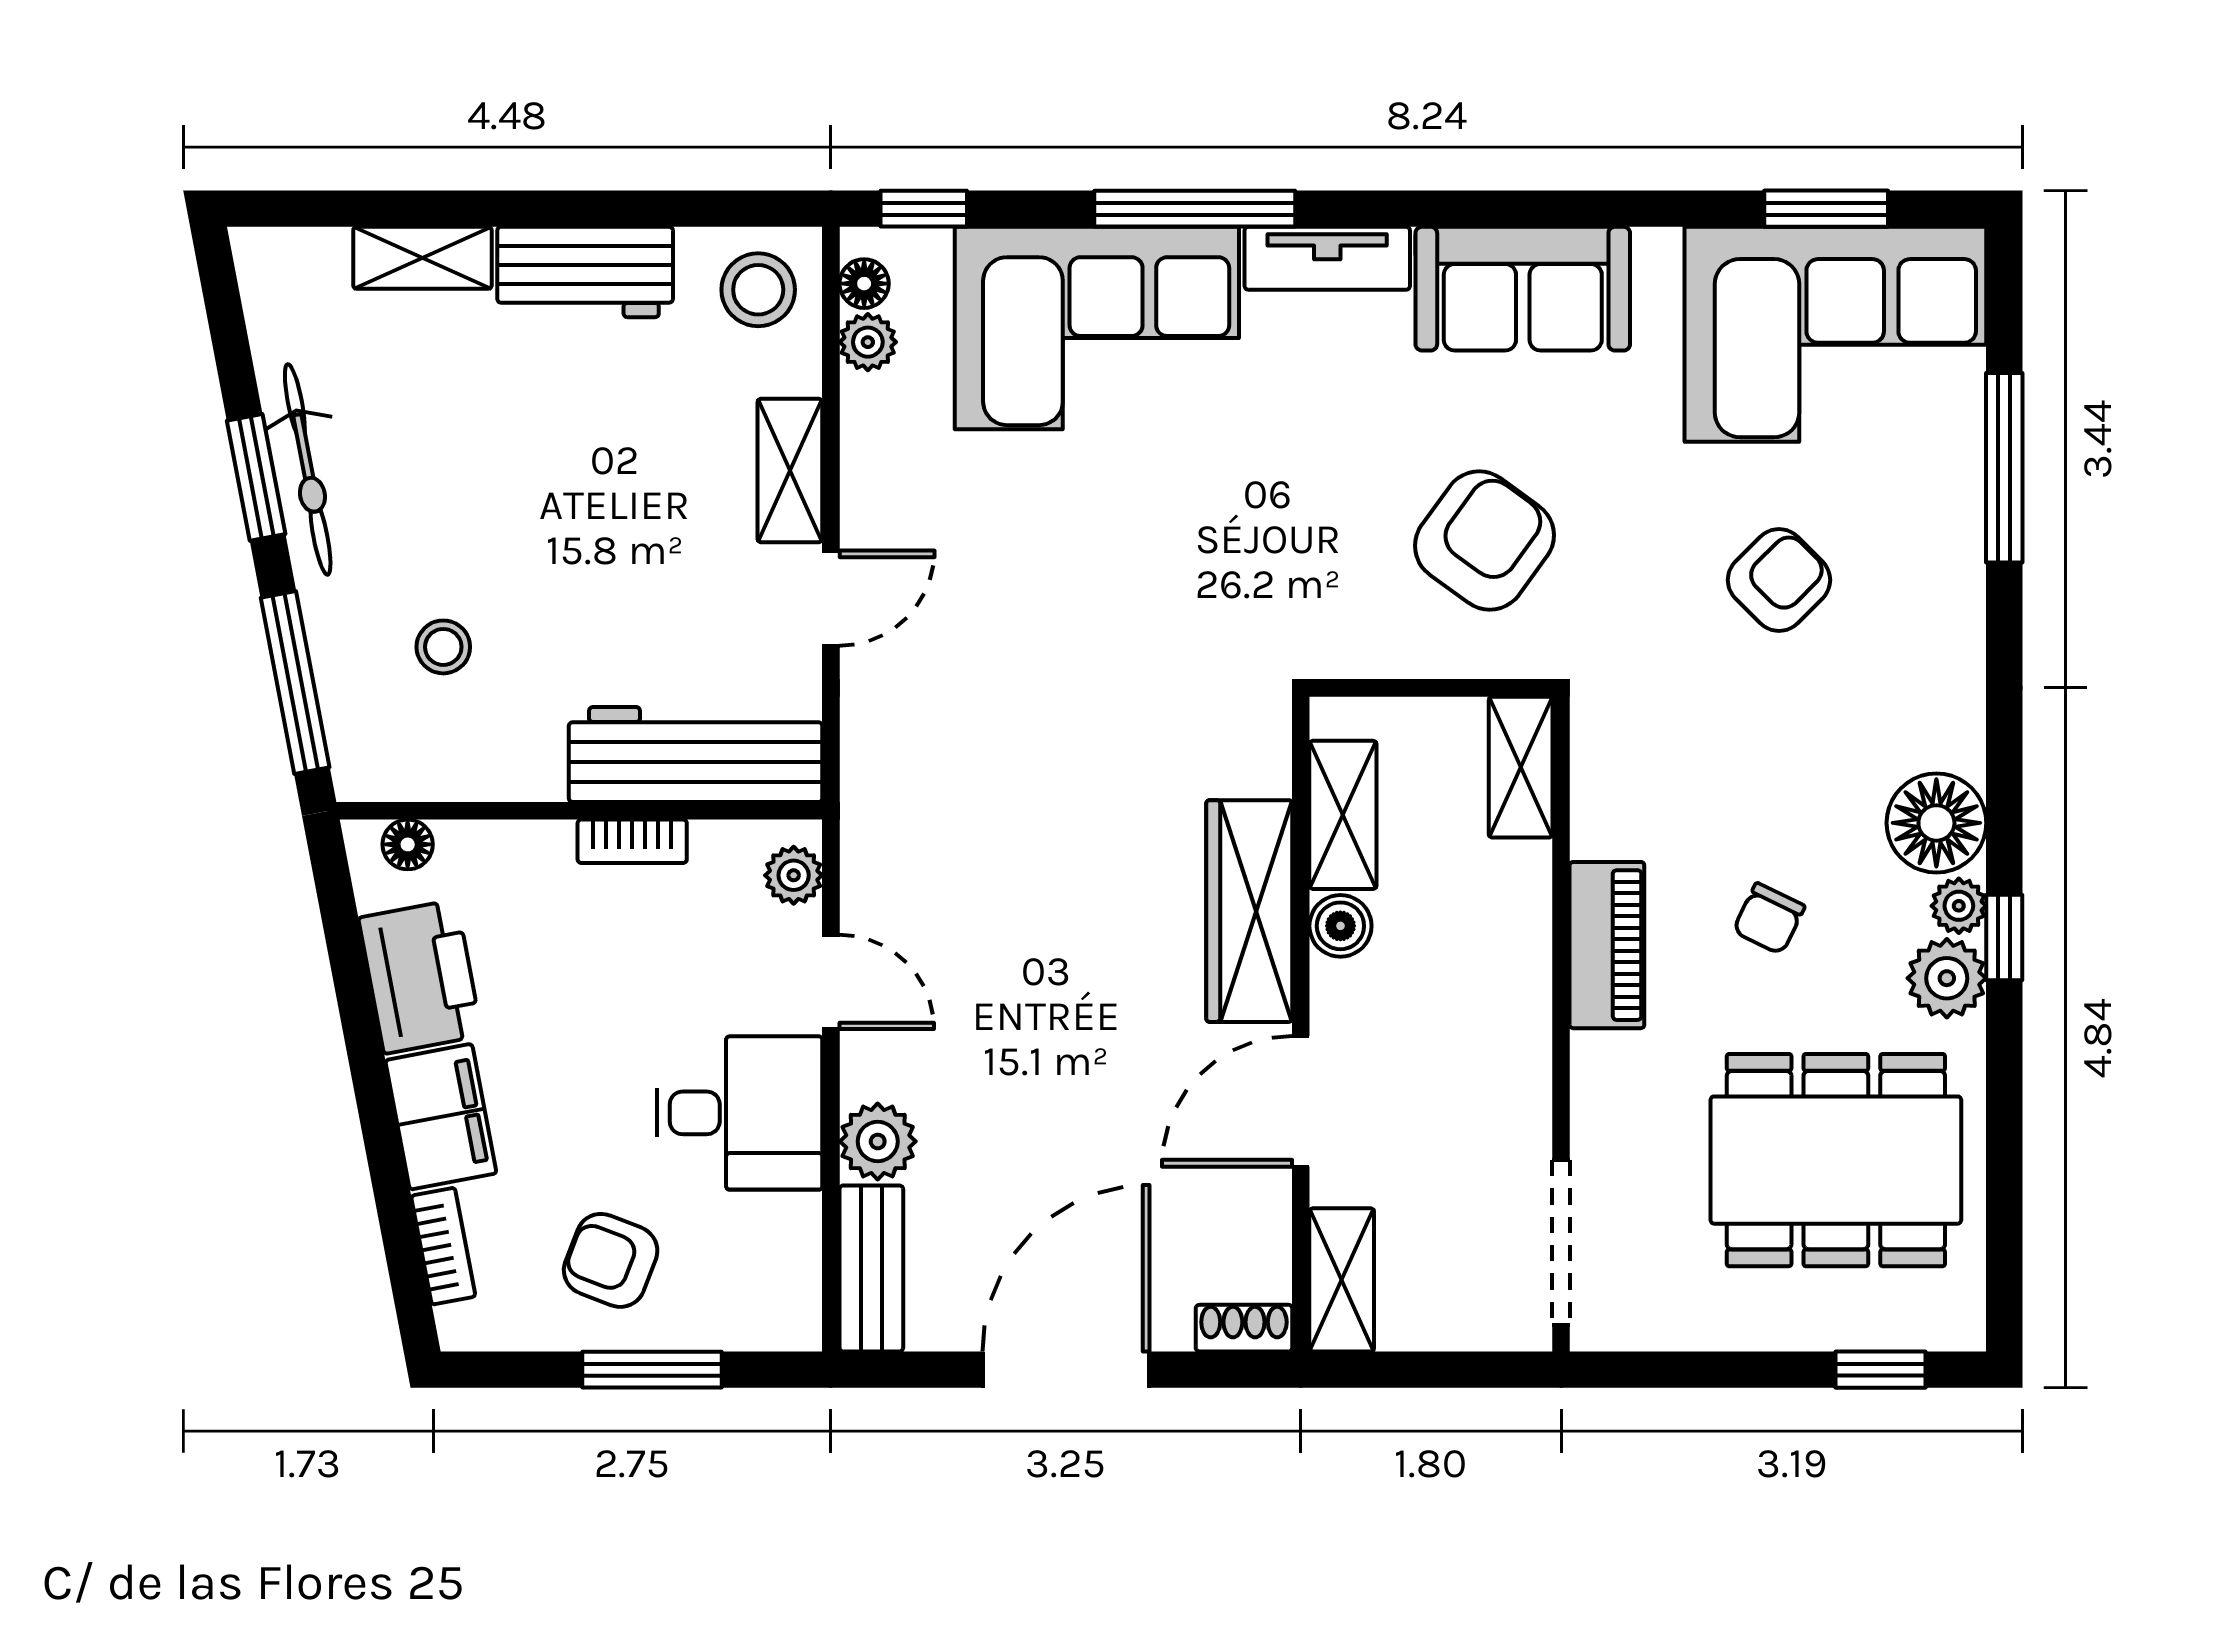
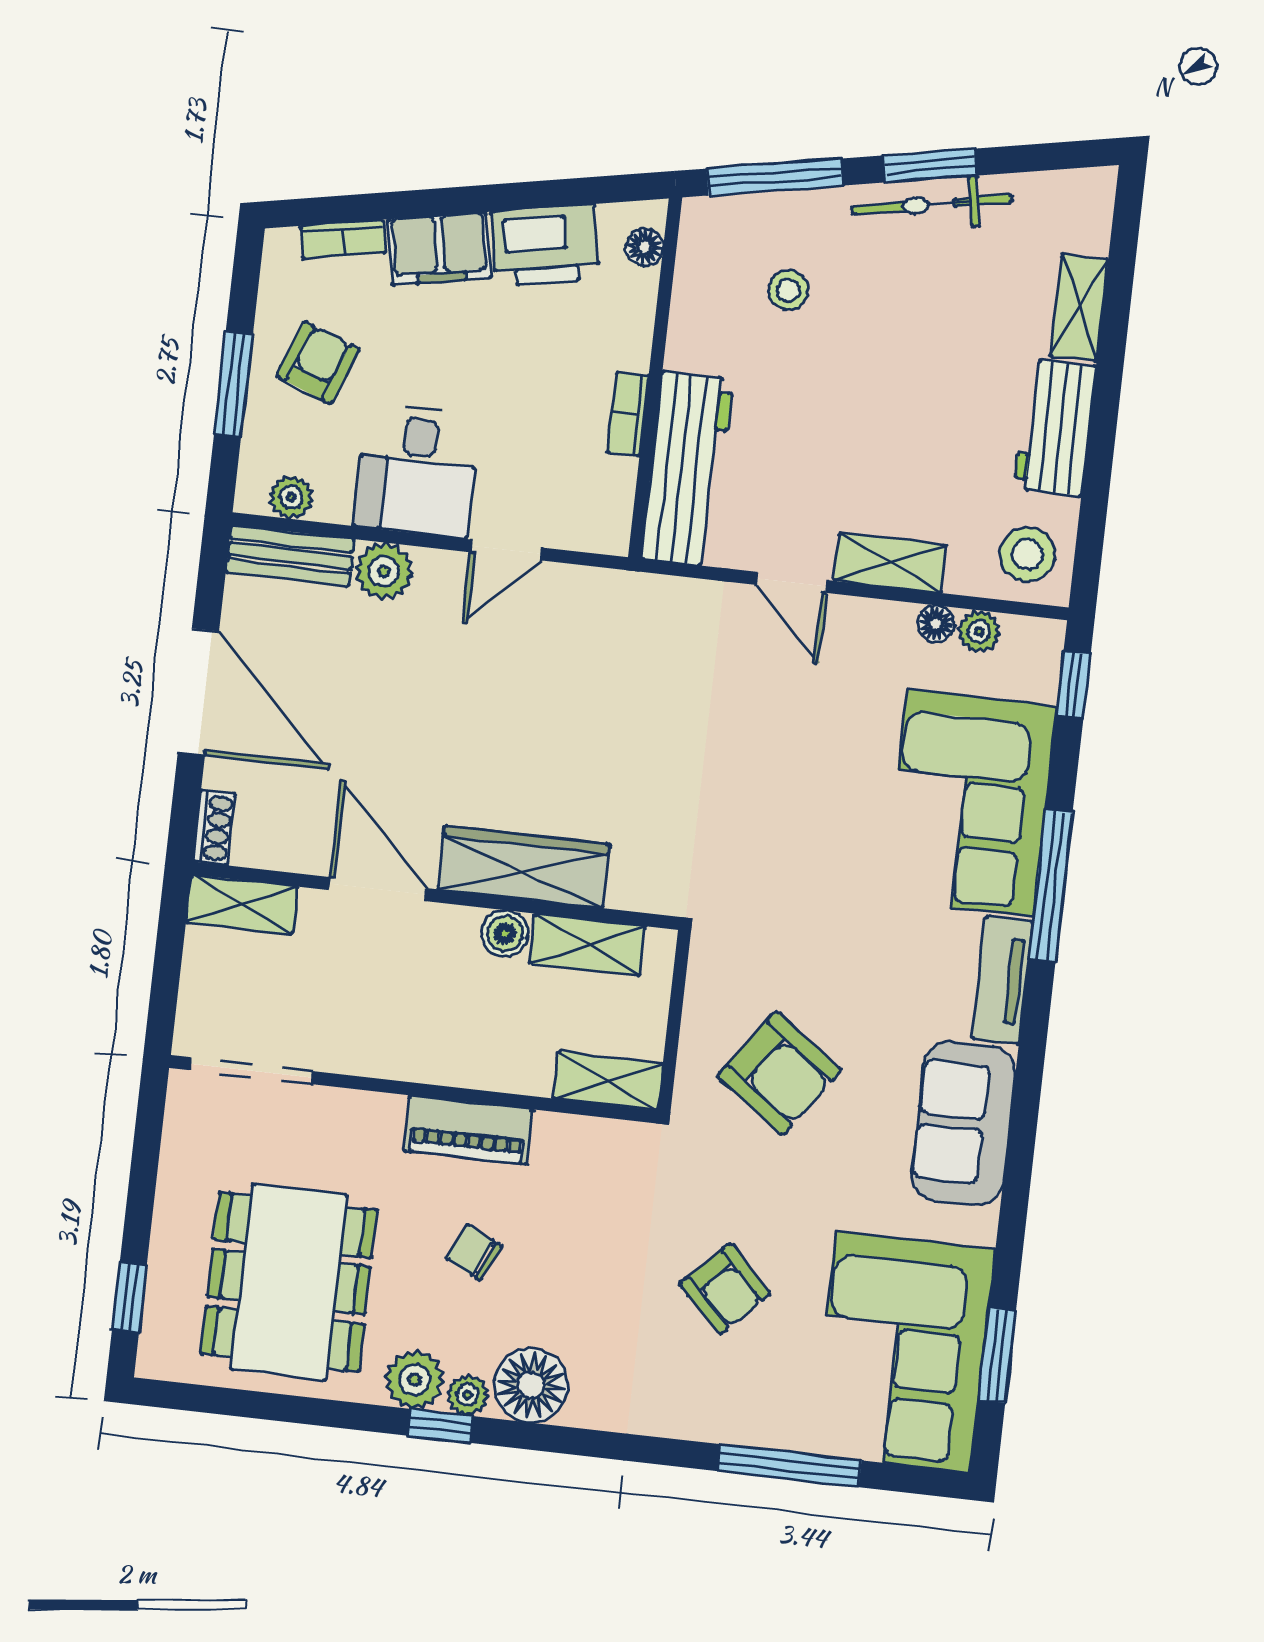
floor lamp: (864, 284) -> (936, 624), moved
plant: (794, 875) -> (291, 497), moved

